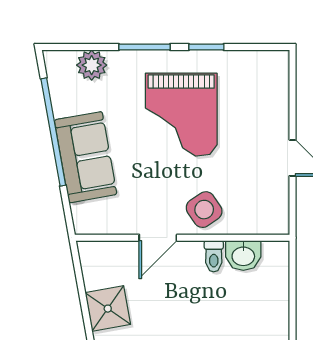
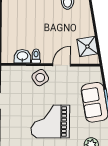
grand piano: (181, 115) -> (50, 121), turned -90
shower: (108, 309) -> (87, 47), moved

